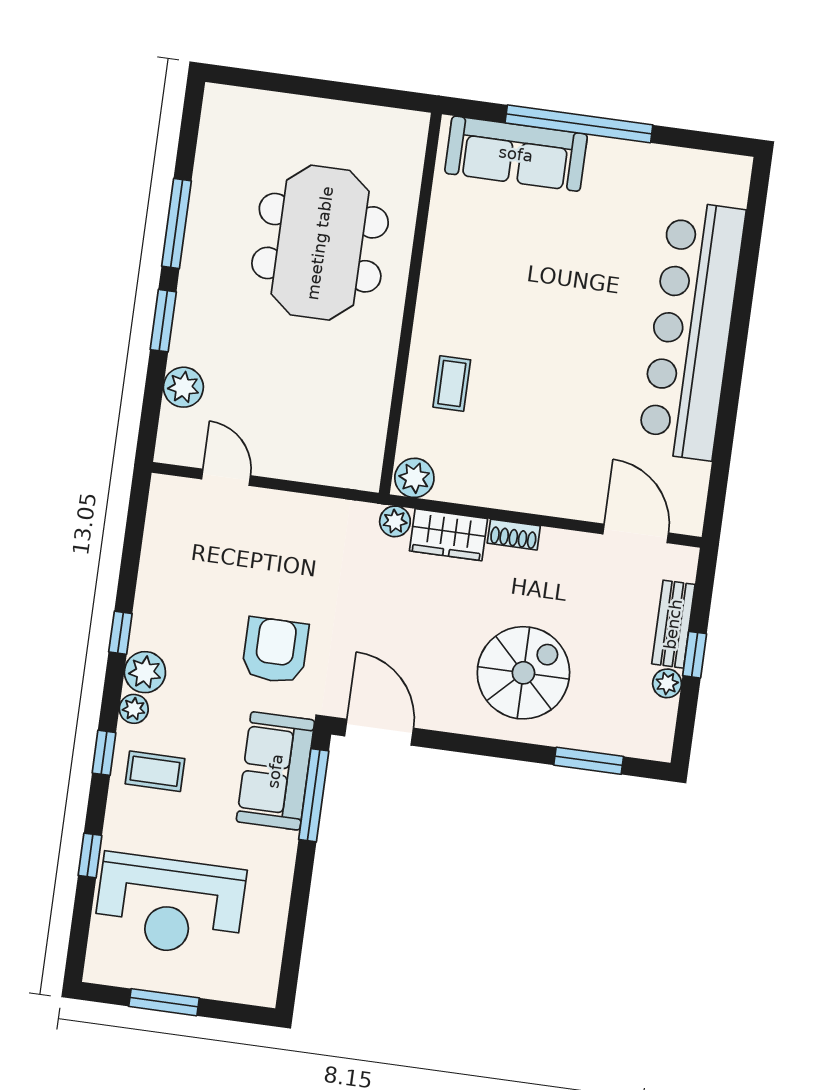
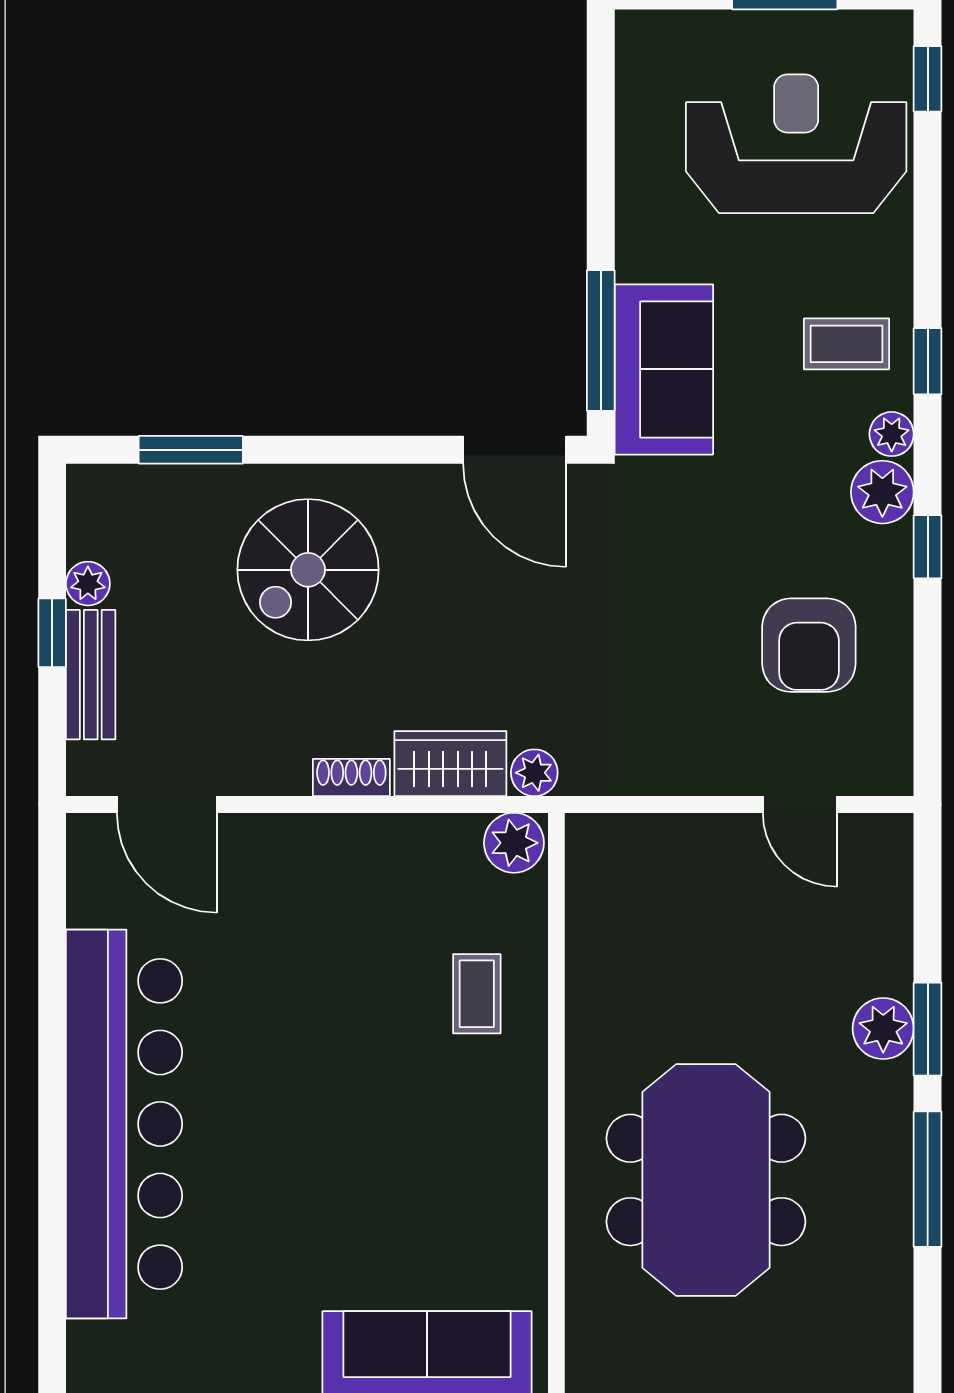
plant: (183, 387) -> (883, 1029), moved
armchair: (275, 650) -> (809, 645), moved
window: (90, 855) -> (928, 79), moved

